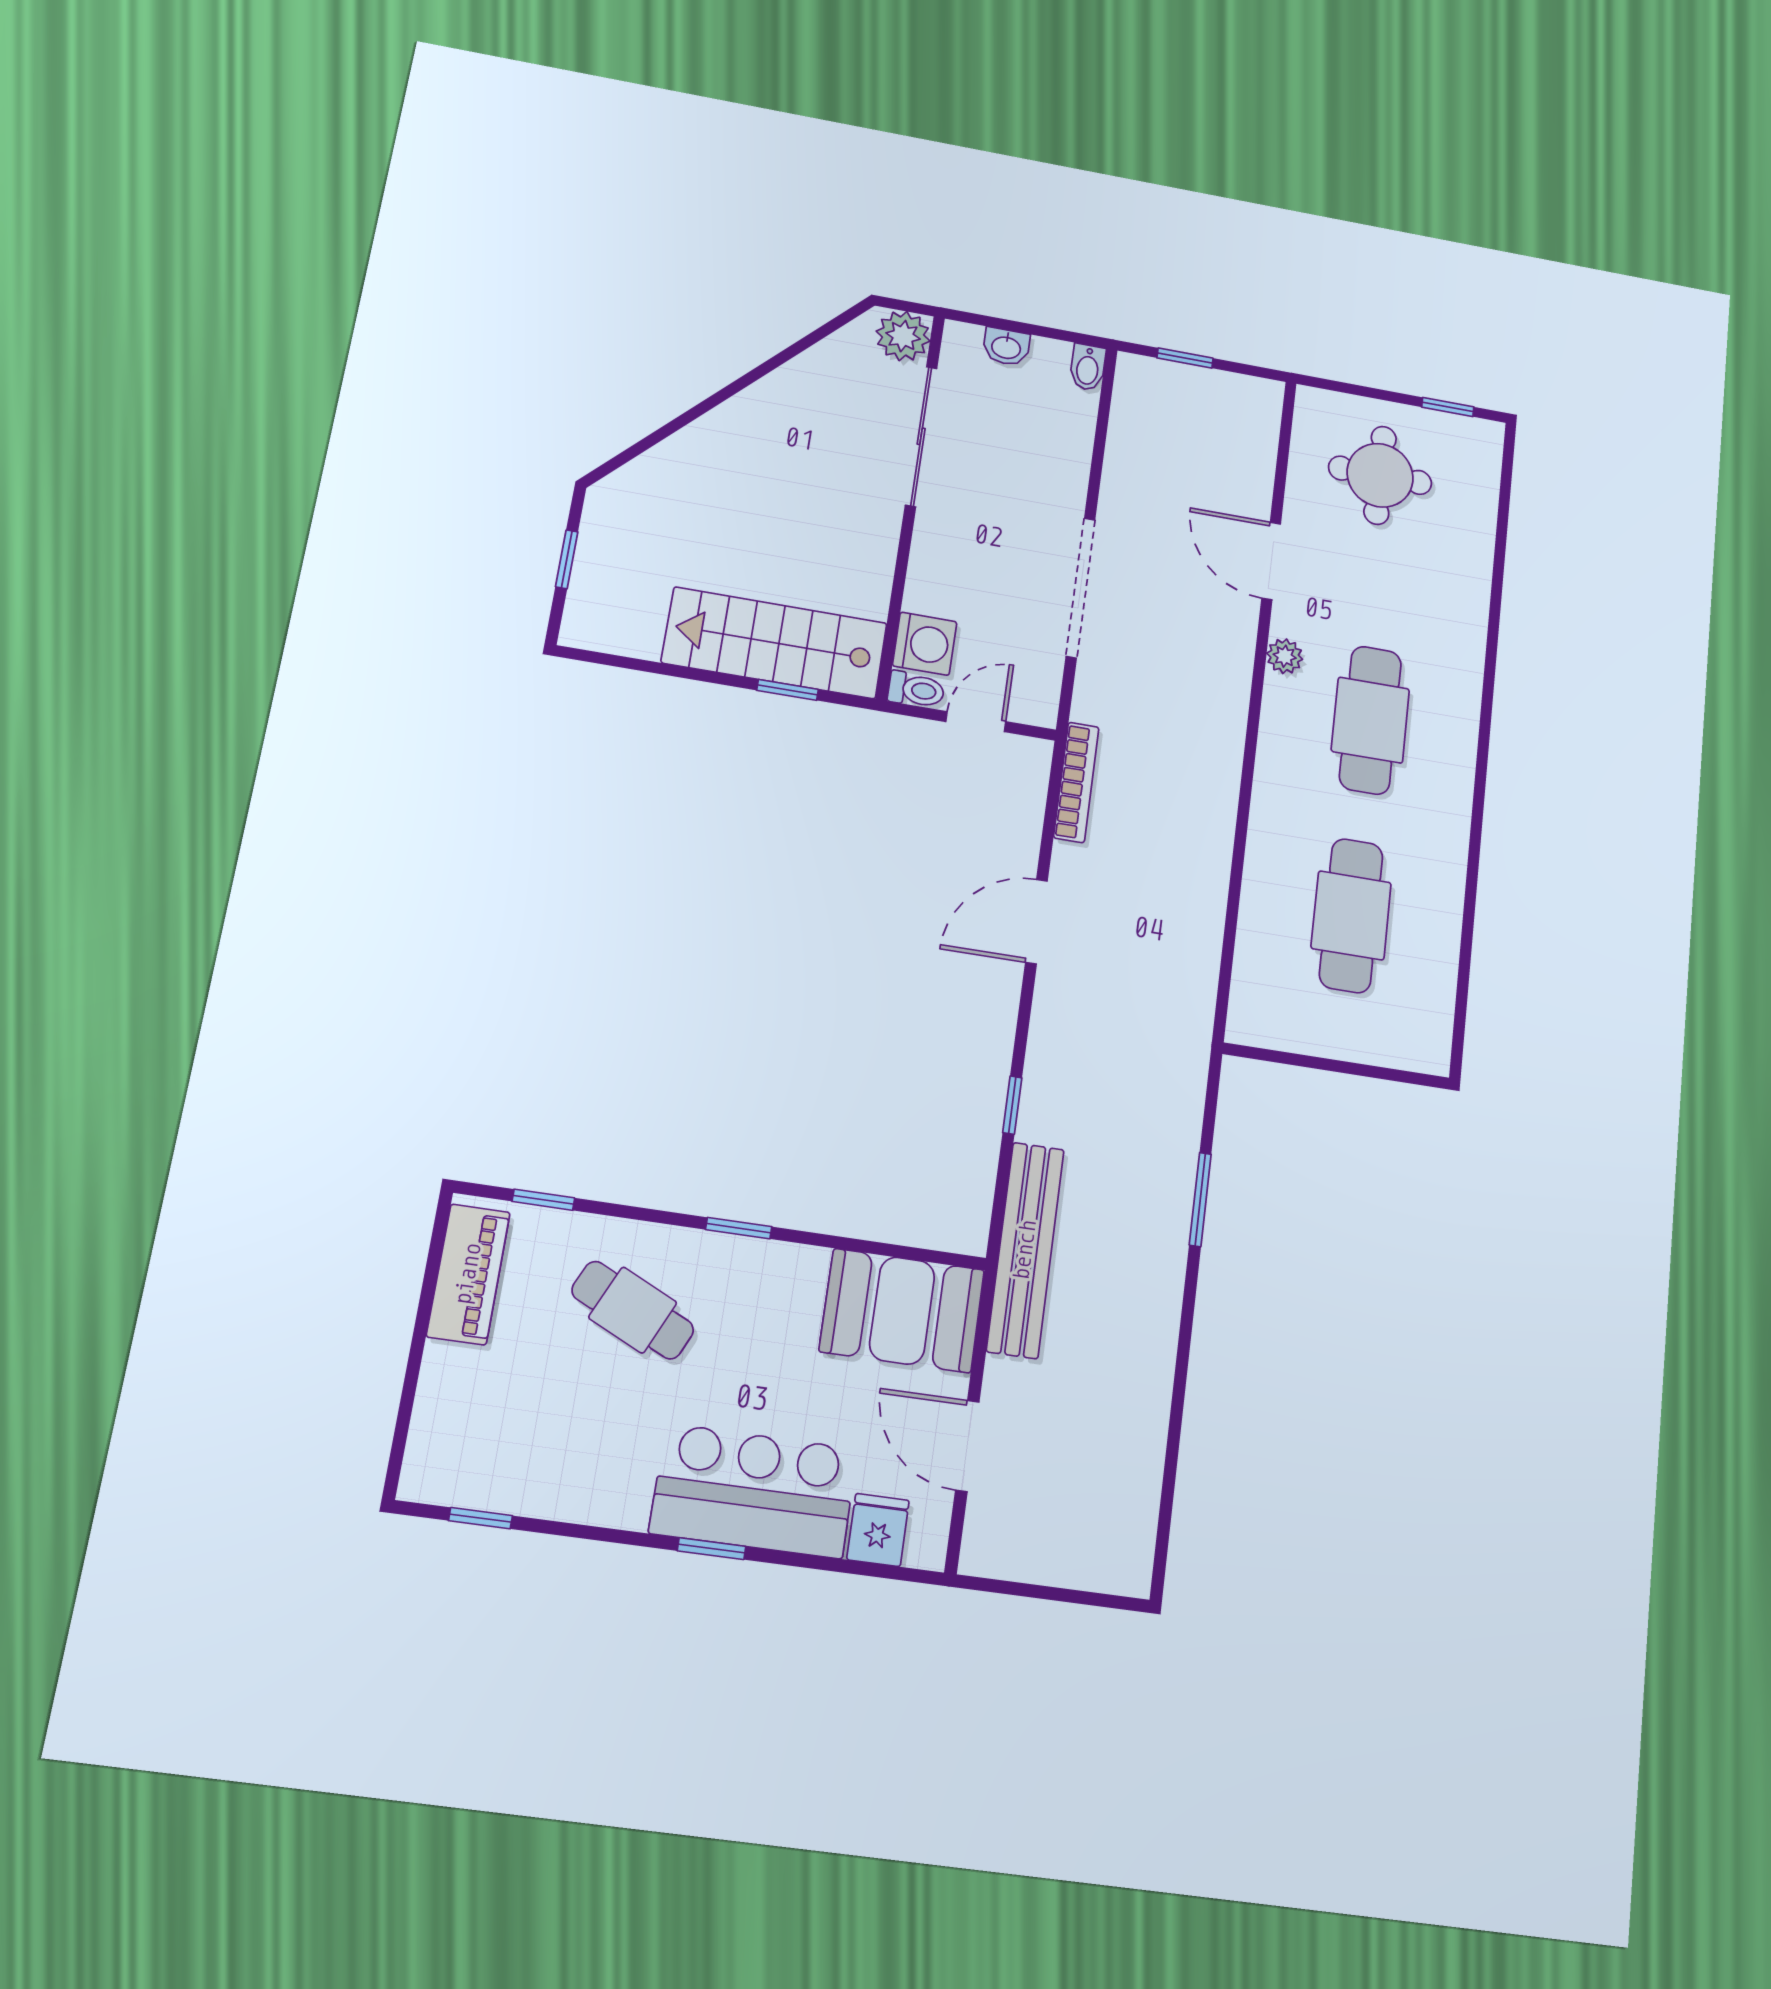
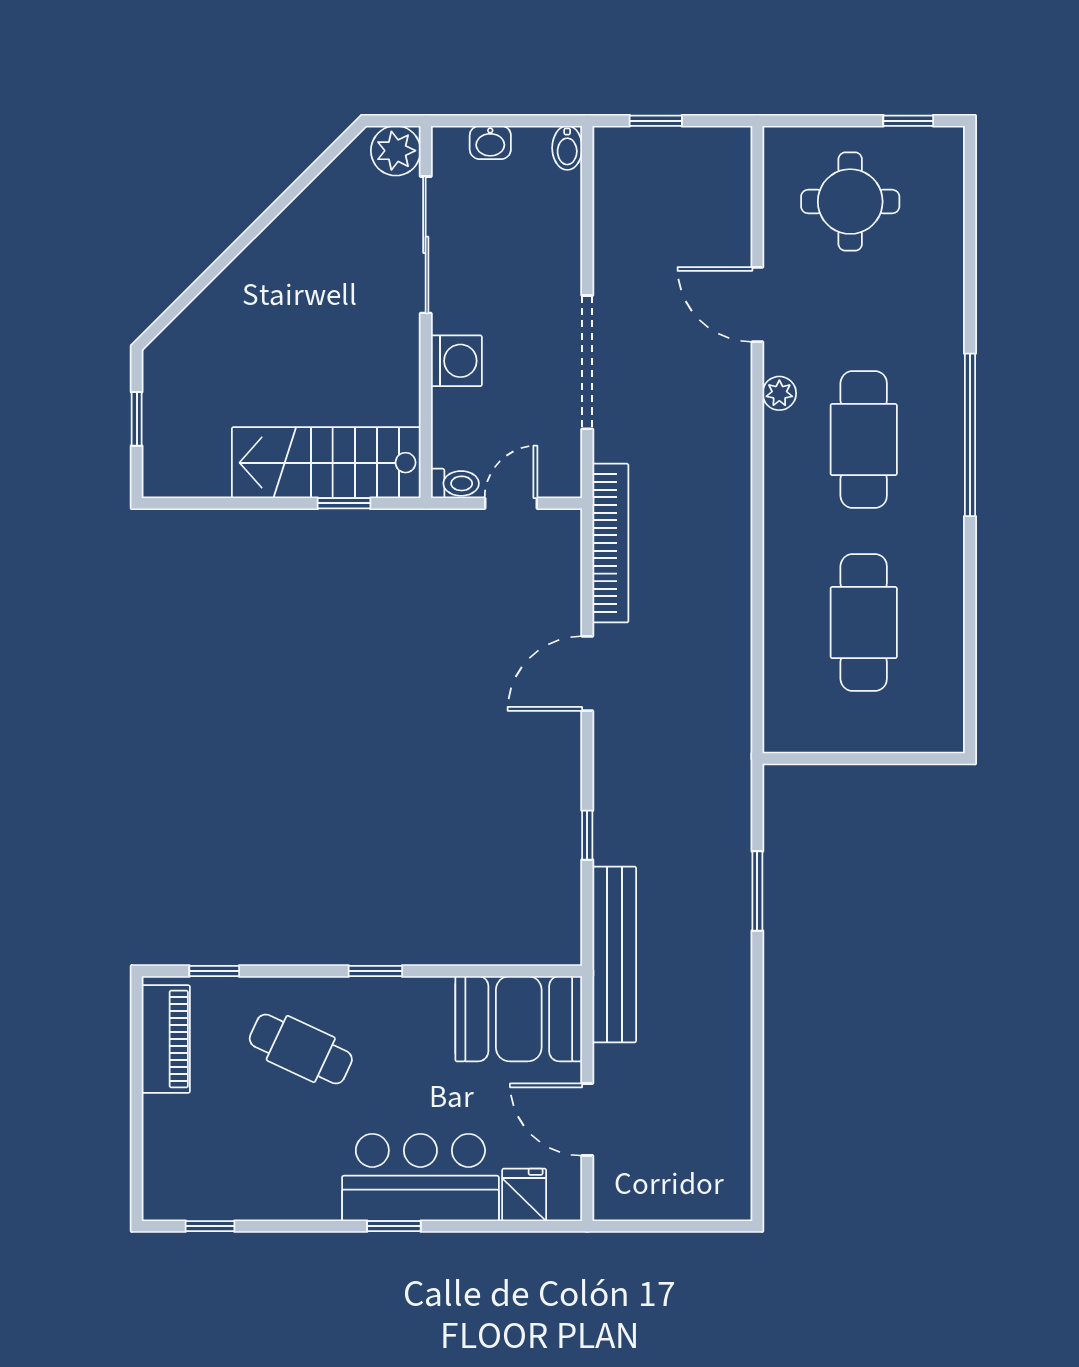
washing machine: (925, 644) -> (456, 361), moved
window: (1484, 735) -> (970, 435), added
bookcase: (1076, 782) -> (610, 543), width x1.48, depth x1.31

